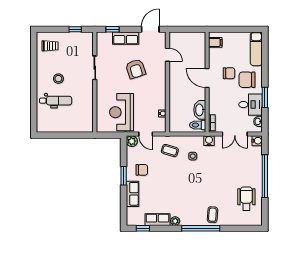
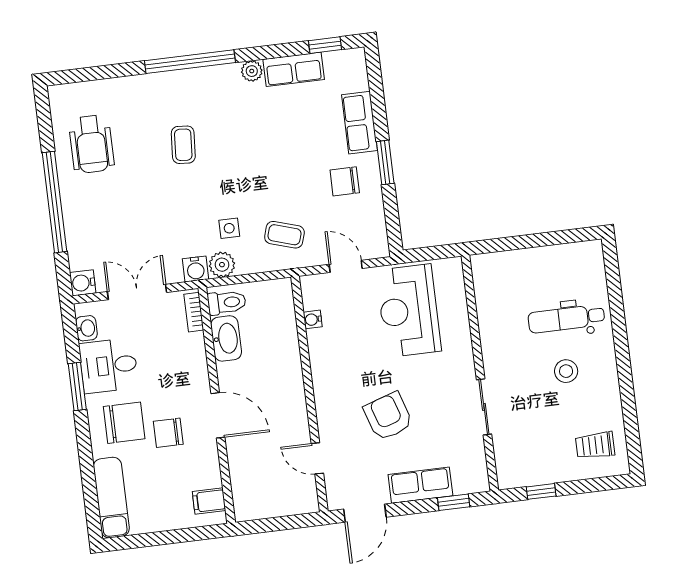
reception desk: (121, 112) -> (409, 311), turned 180
plant: (132, 141) -> (222, 265), moved
coffee table: (212, 215) -> (183, 145), moved

